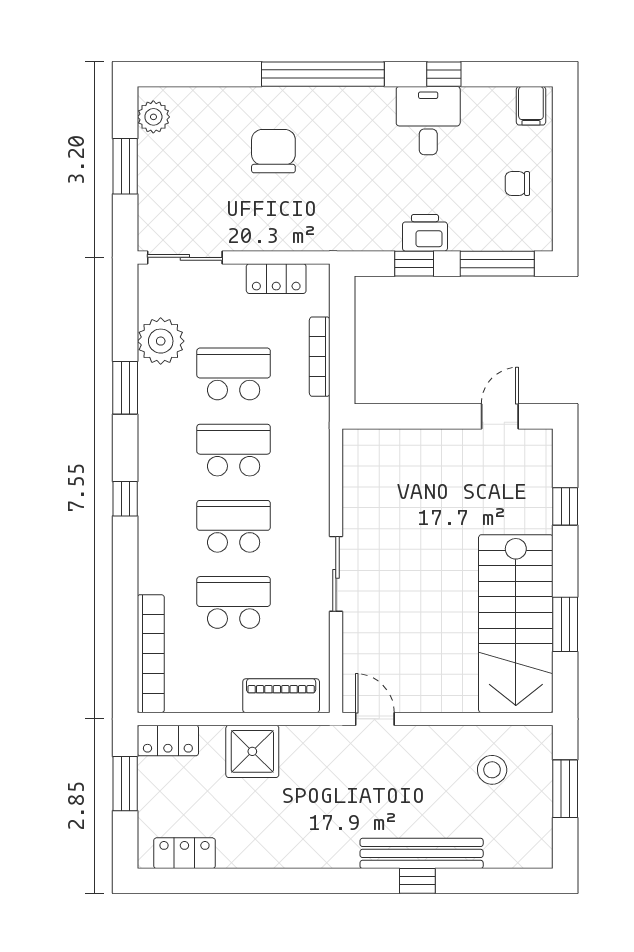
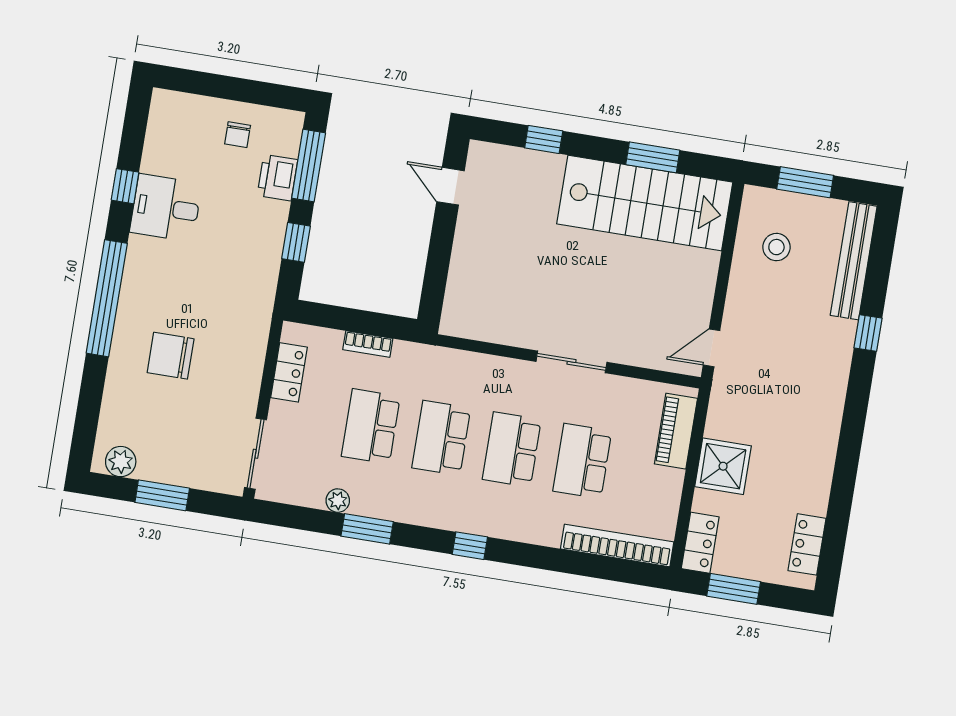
filing cabinet: (531, 106) -> (168, 110), removed
printer: (425, 233) -> (277, 178), moved
plant: (161, 341) -> (338, 501), width x0.53, depth x0.53
bookcase: (320, 357) -> (368, 344), width x0.64
bench: (422, 853) -> (854, 261), moved

